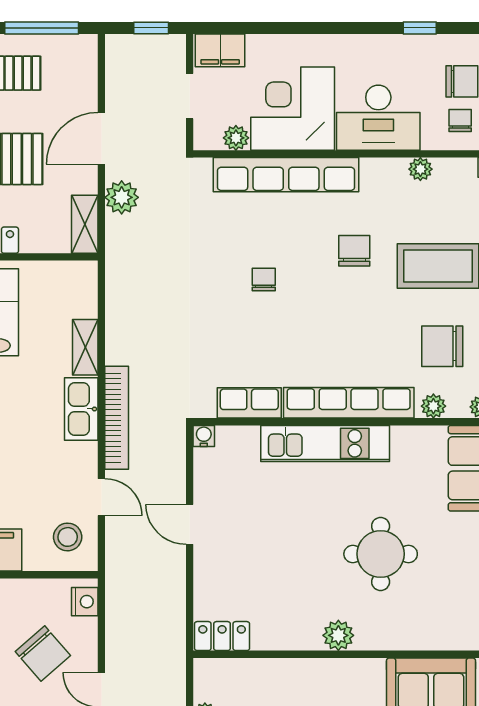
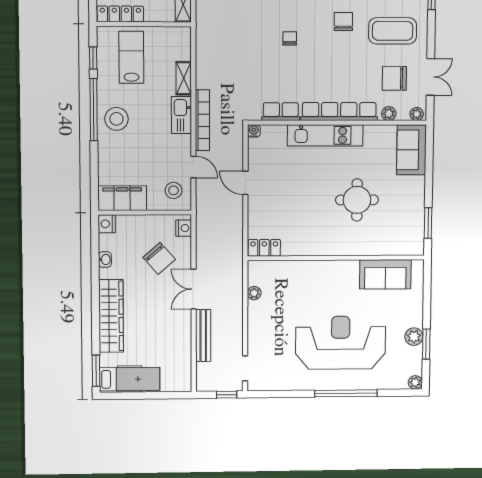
plant: (338, 635) -> (332, 247), removed

